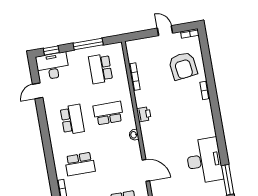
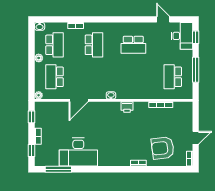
school desk: (101, 69) -> (173, 77), turned -90
school desk: (108, 113) -> (133, 77), removed
school desk: (80, 164) -> (94, 45), turned 180

